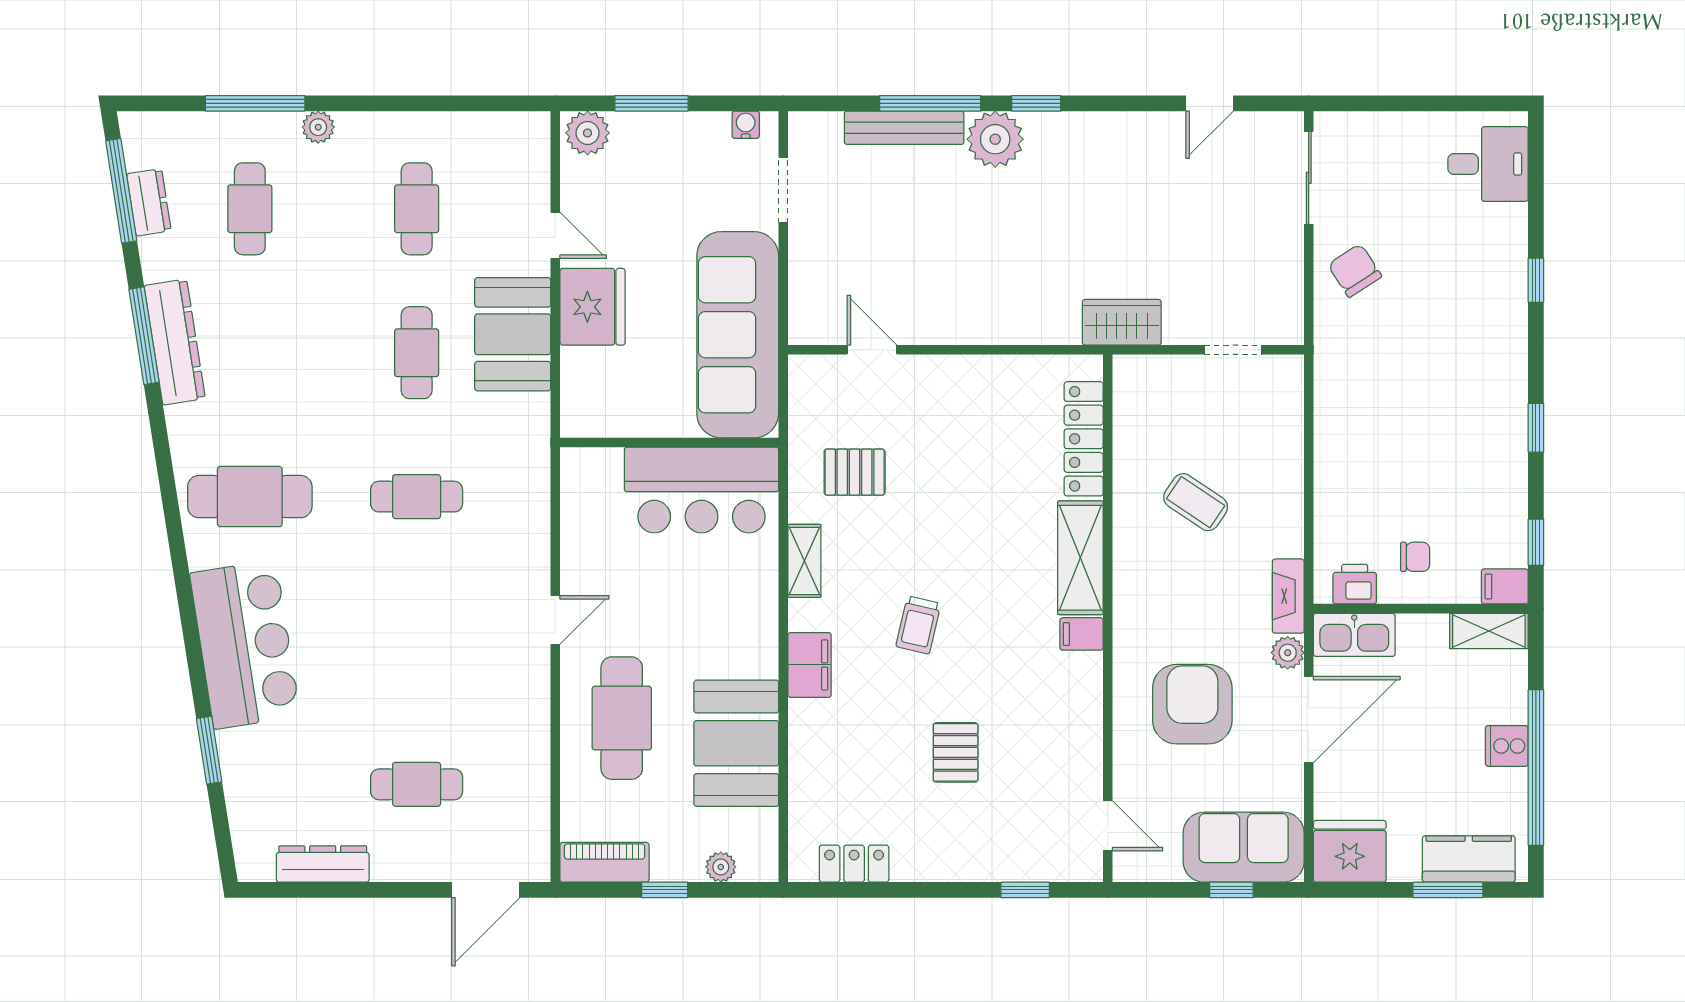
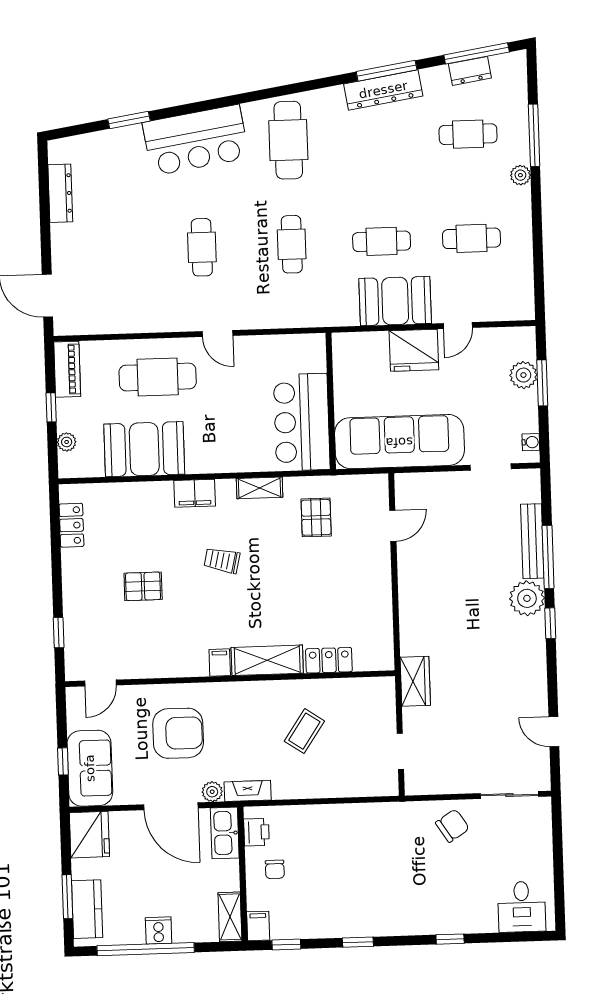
plant: (588, 133) -> (523, 375), moved
locker: (1084, 439) -> (329, 660), width x0.66
cafe table: (417, 784) -> (202, 247), moved

